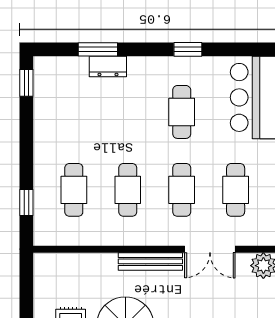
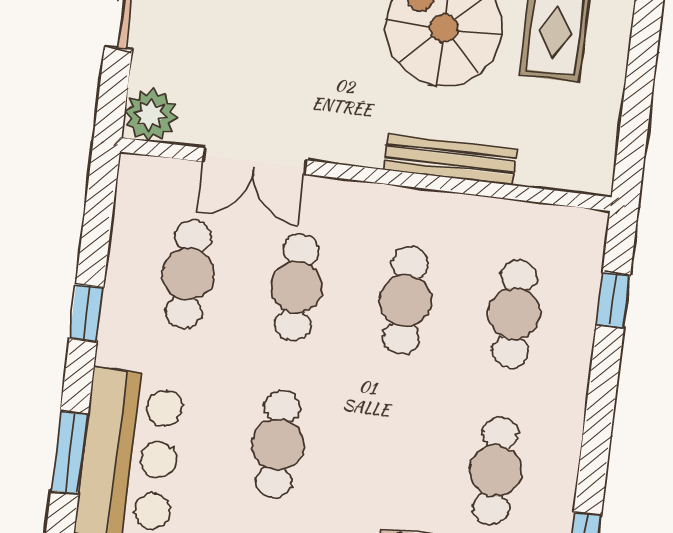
cafe table: (74, 112) -> (495, 471), added
double door: (210, 249) -> (255, 161), swing flipped
bench: (150, 261) -> (450, 159), moved

